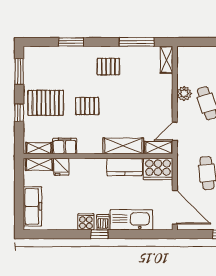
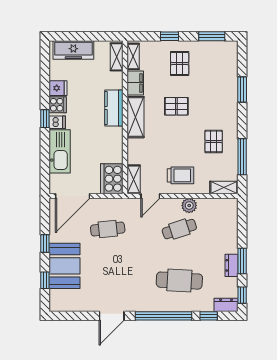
pallet: (108, 67) -> (214, 141), moved
trolley: (155, 102) -> (180, 175), added
pallet: (46, 103) -> (180, 64), width x0.67, depth x0.71
pallet: (87, 106) -> (176, 106), turned 90
door: (175, 131) -> (150, 196), swing flipped
shelving: (123, 146) -> (136, 117), moved
fridge: (61, 167) -> (58, 88), moved, turned 180
kitchen counter: (125, 167) -> (114, 108), moved

